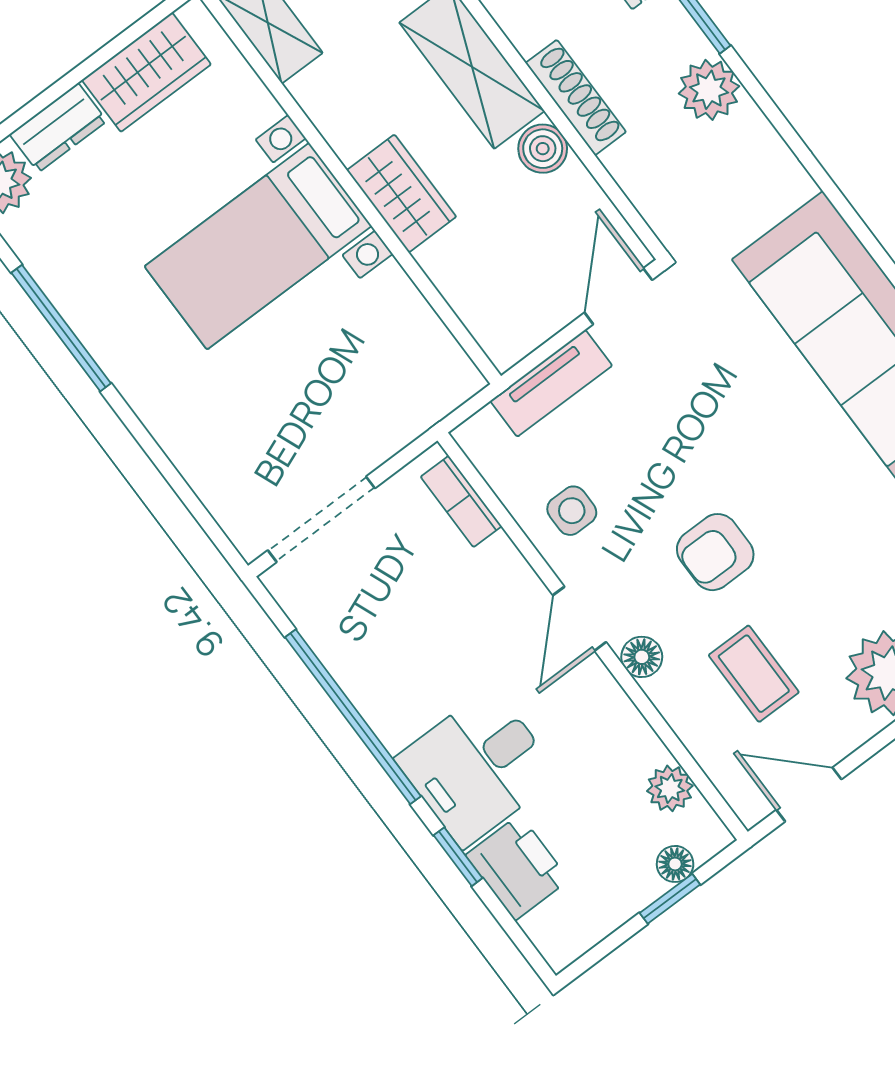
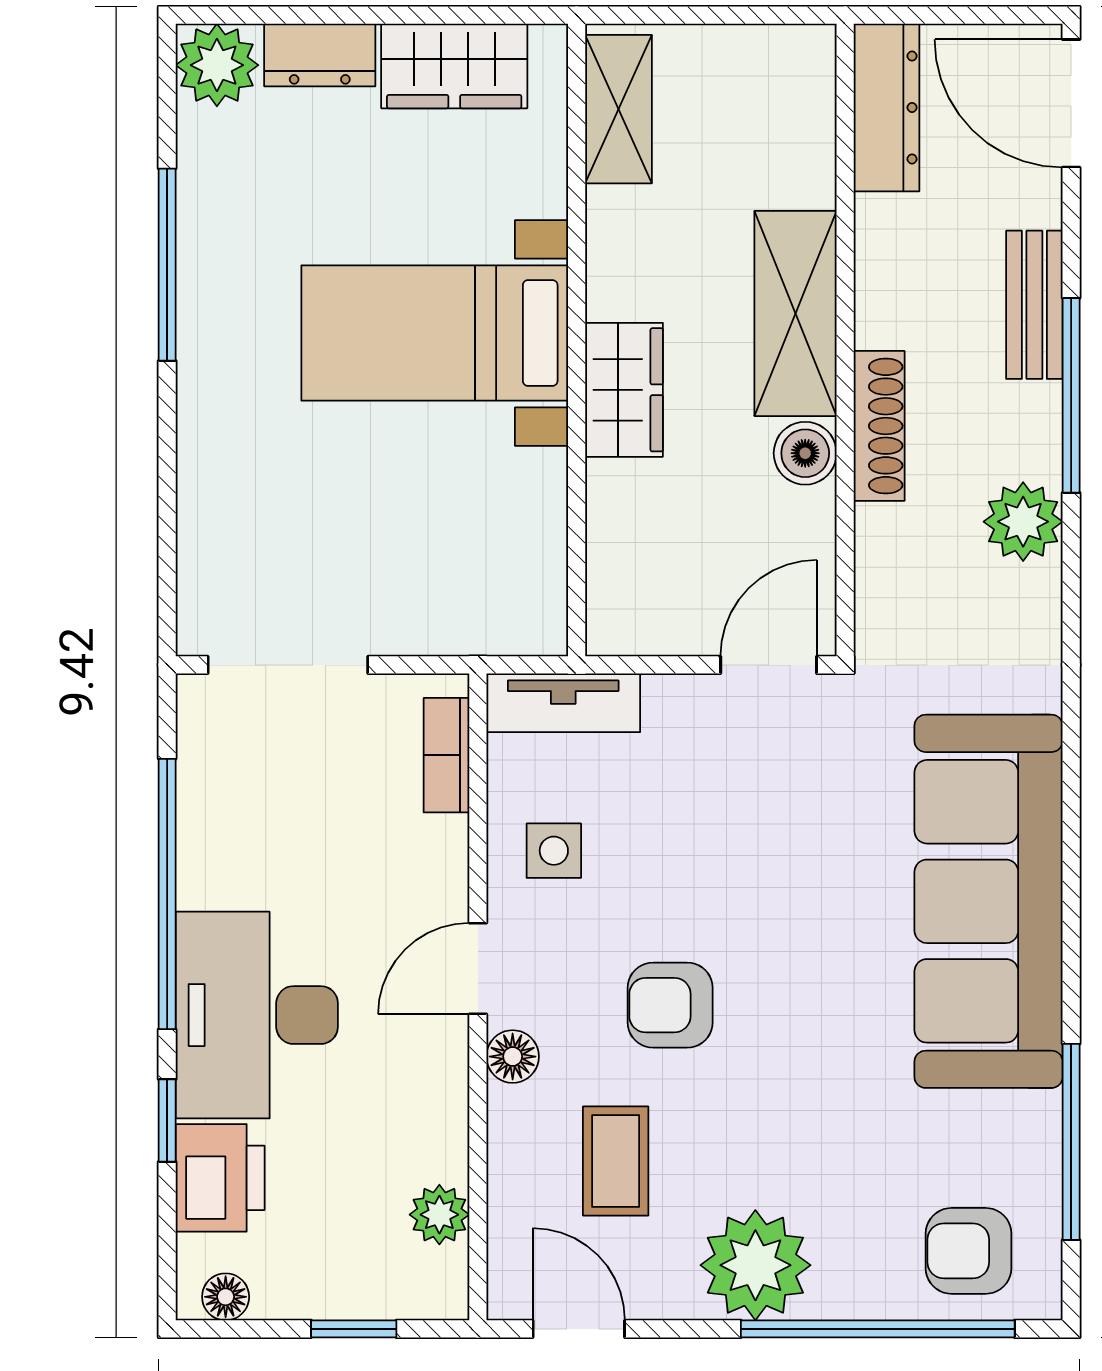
tv unit: (551, 383) -> (563, 703), moved
desk: (477, 767) -> (257, 1015), width x1.37
floor lamp: (675, 864) -> (226, 1297), moved

